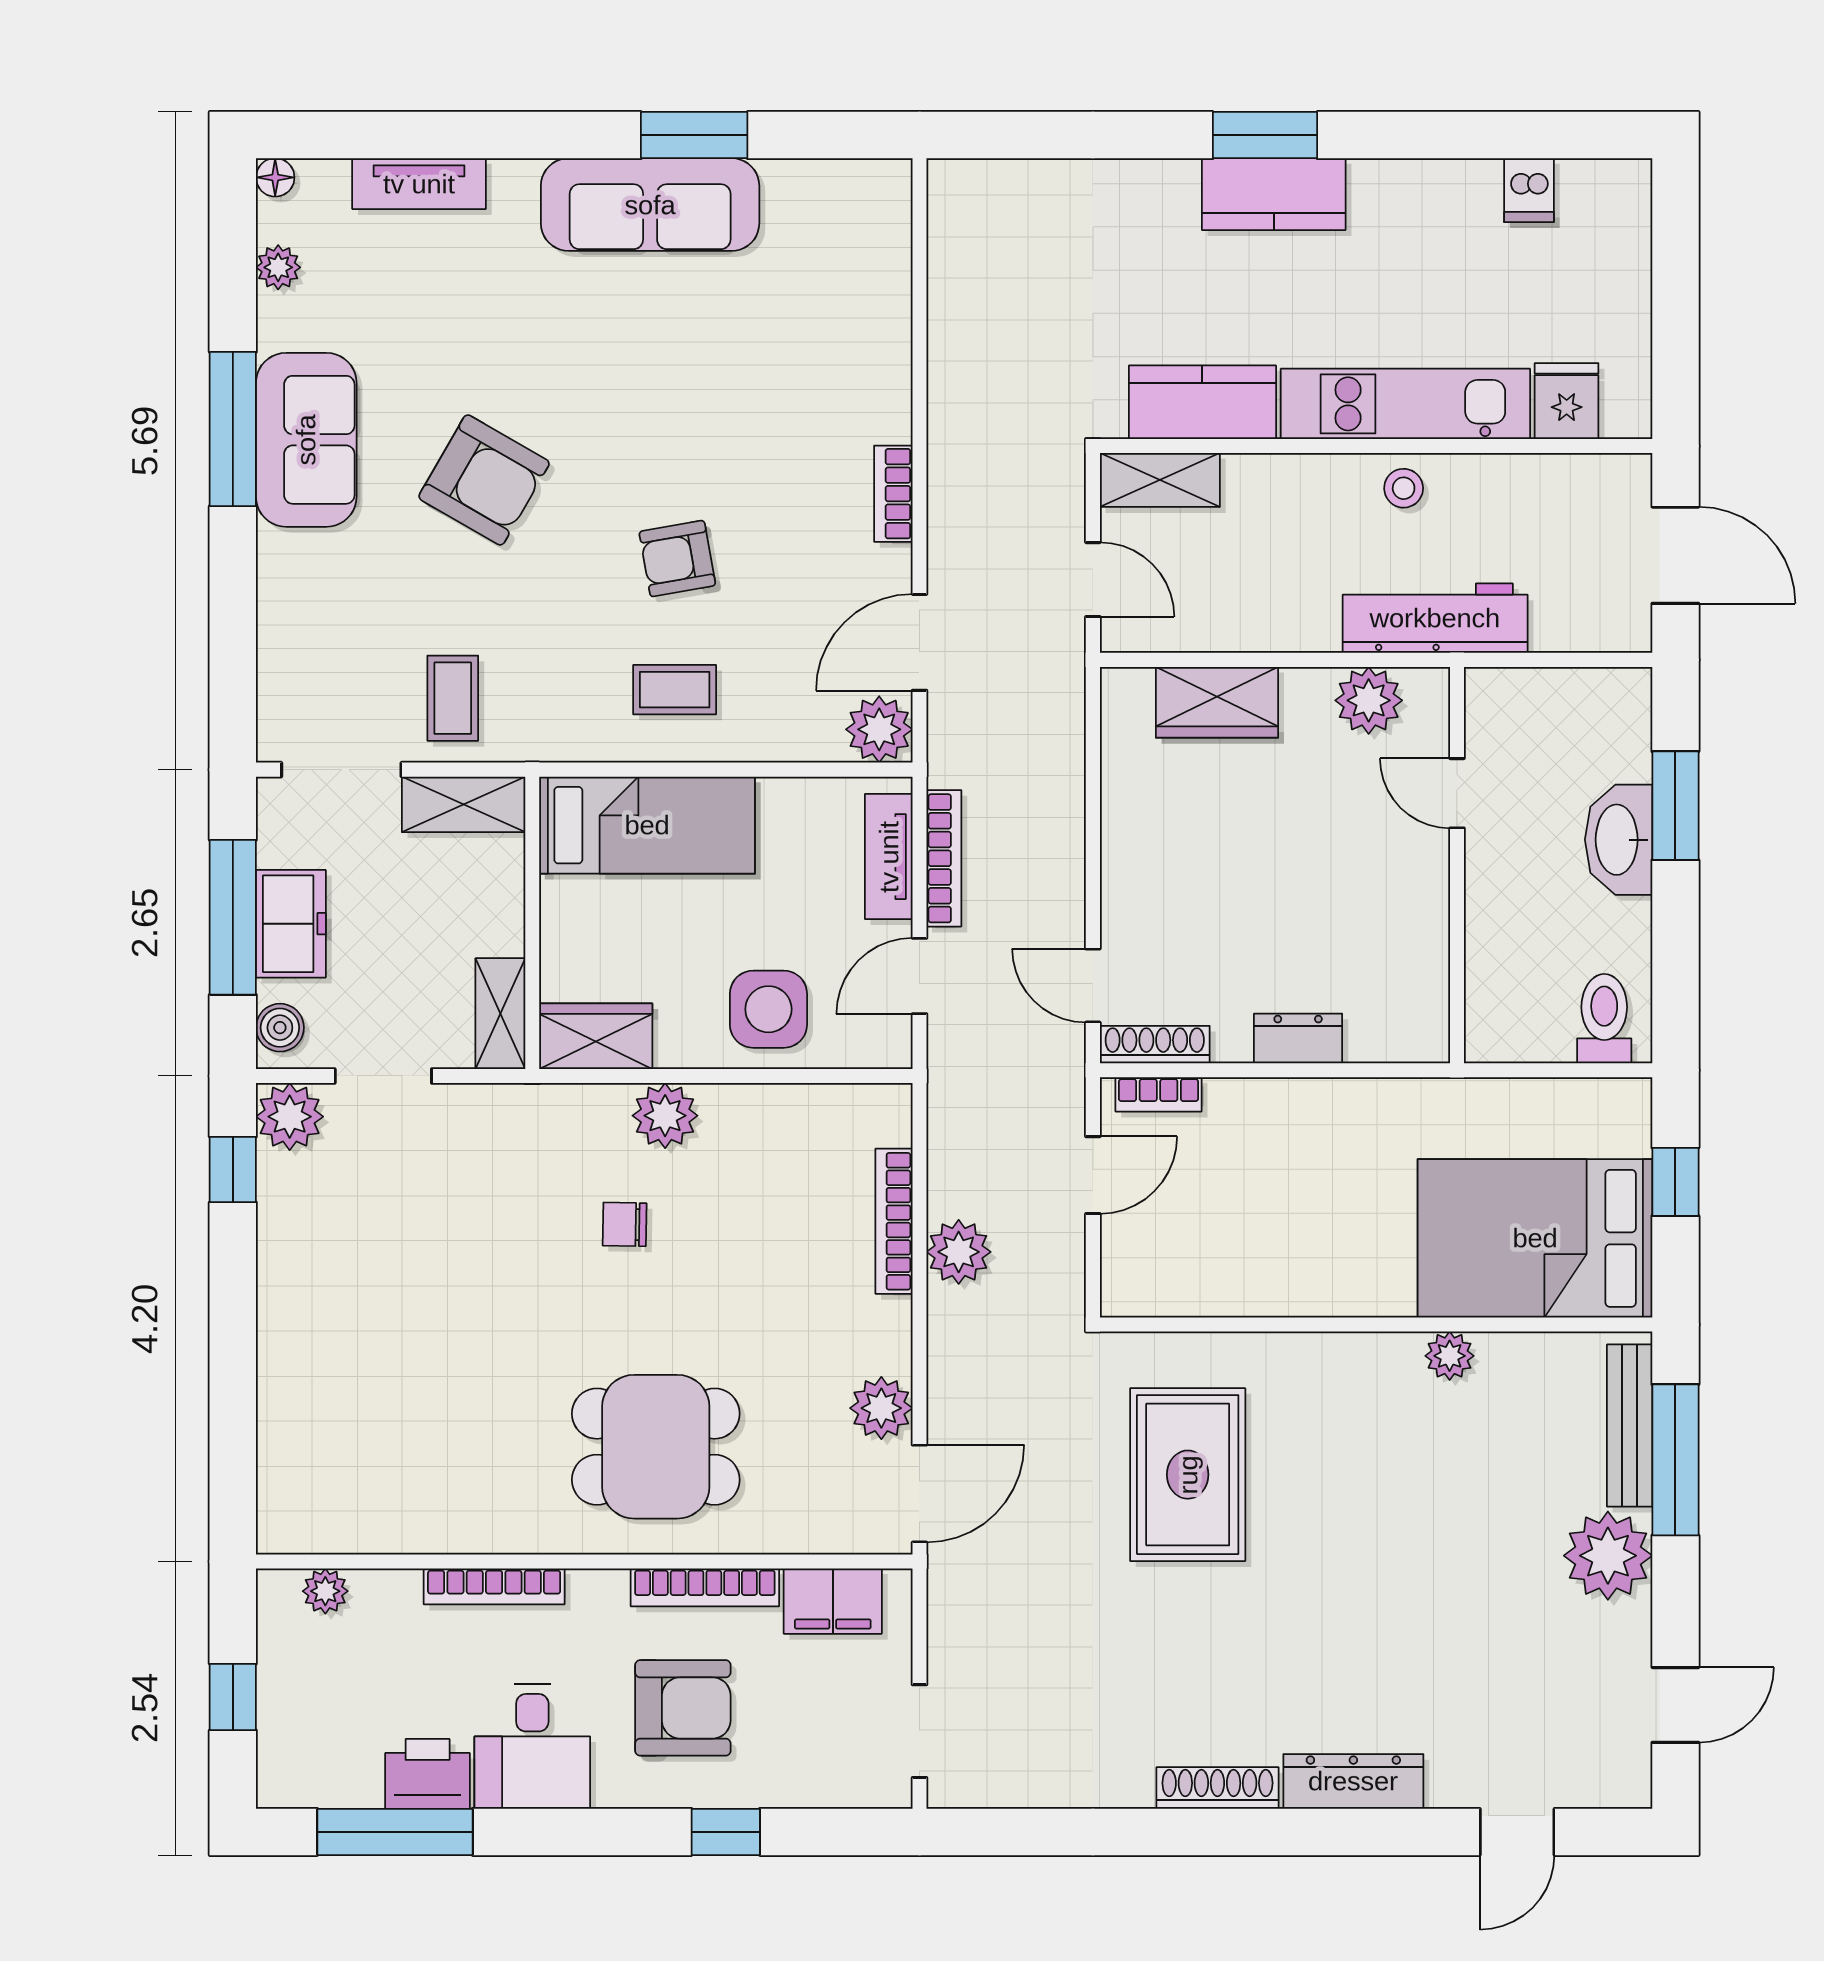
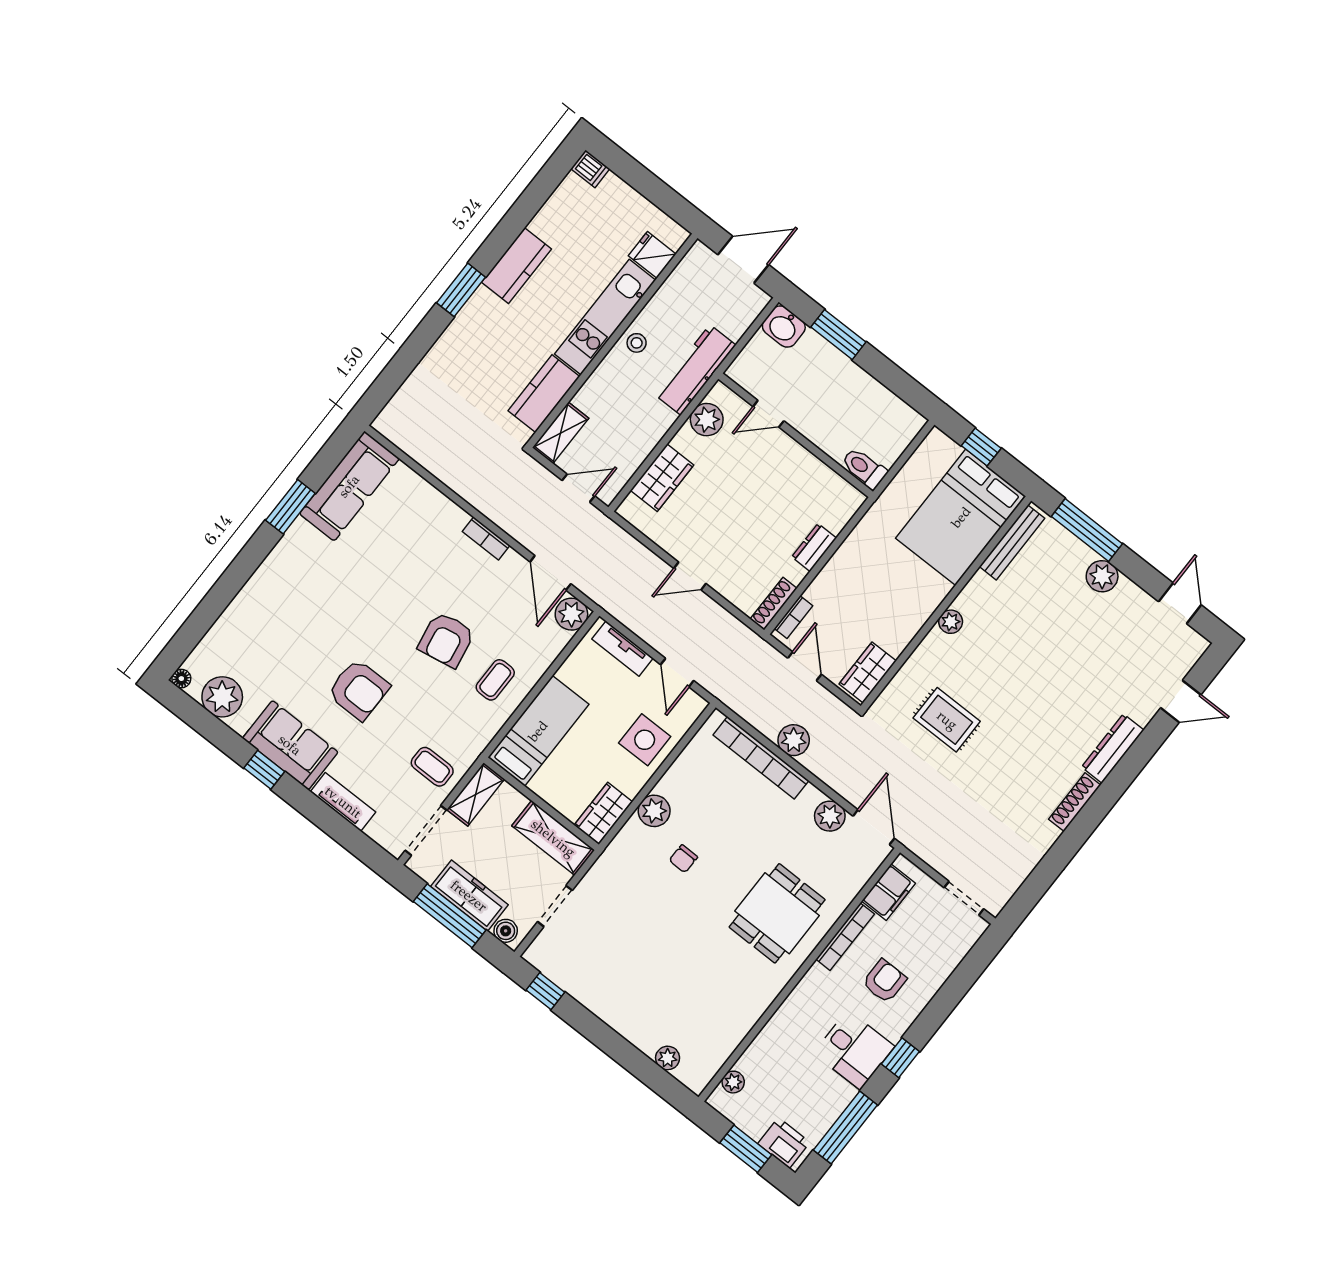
tv unit: (419, 184) -> (343, 802), moved, turned -90
dishwasher: (1529, 190) -> (590, 169), moved
kitchen counter: (1274, 194) -> (517, 266), moved
sofa: (650, 205) -> (349, 486), moved
plant: (278, 267) -> (222, 697), width x1.88, depth x1.88
window: (233, 429) -> (264, 770), width x0.46
armchair: (484, 480) -> (359, 690), turned 60
armchair: (677, 559) -> (446, 640), width x1.38, depth x1.38
washbasin: (1619, 840) -> (784, 326), moved, width x0.72
bookcase: (944, 858) -> (640, 628), removed
freezer: (291, 924) -> (469, 896), width x1.40
door: (1093, 986) -> (690, 576), moved
shelving: (500, 1014) -> (553, 838), width x1.50, depth x1.33
toilet: (1604, 1019) -> (864, 468), moved
plant: (290, 1117) -> (668, 1058), moved, width x0.73, depth x0.73
bookcase: (894, 1221) -> (761, 758), width x1.48, depth x1.31
wardrobe: (1163, 1285) -> (868, 672), added
plant: (1450, 1356) -> (951, 622), moved
bench: (1630, 1426) -> (1012, 542), moved, turned 90
rug: (1188, 1475) -> (947, 720), width x0.73, depth x0.70
plant: (1608, 1556) -> (1102, 576), width x0.73, depth x0.73
bookcase: (494, 1586) -> (782, 1017), removed
window: (233, 1697) -> (746, 1149), width x1.50
armchair: (683, 1708) -> (884, 981), width x0.72, depth x0.72
printer: (428, 1774) -> (784, 1143), moved, turned 90
window: (726, 1832) -> (900, 1058), moved
door: (1517, 1832) -> (1181, 701), hinge flipped

